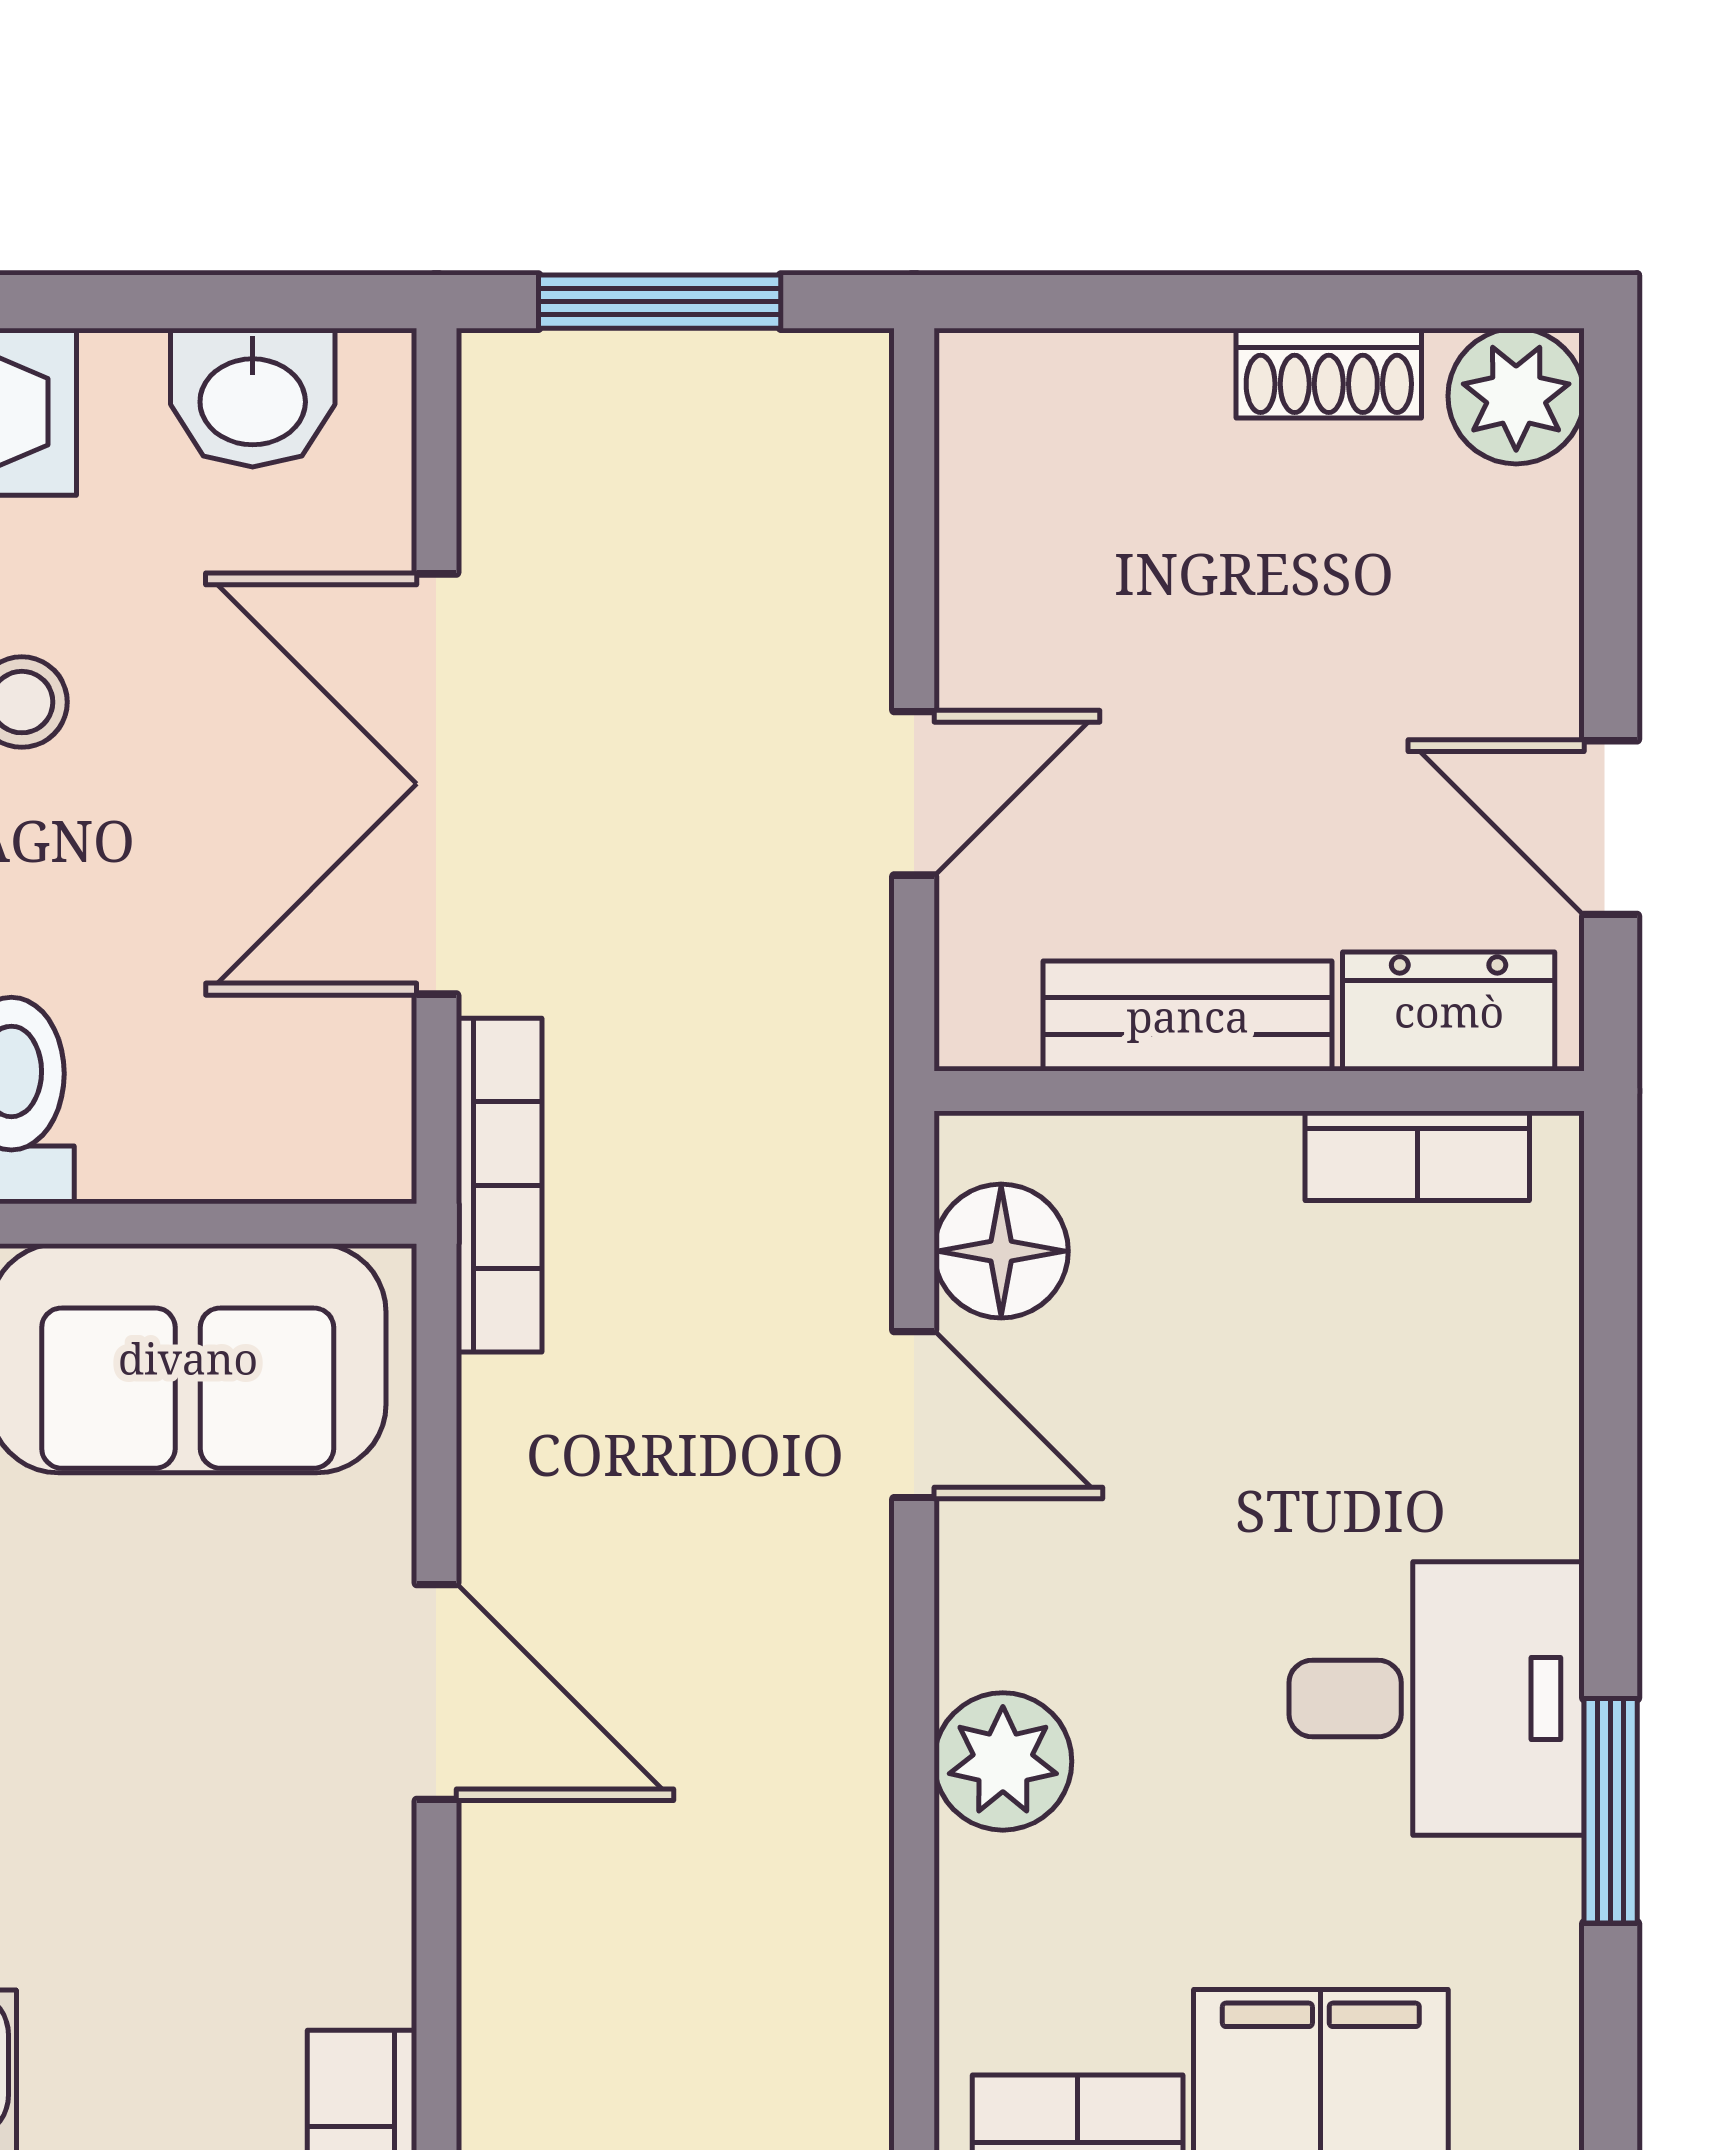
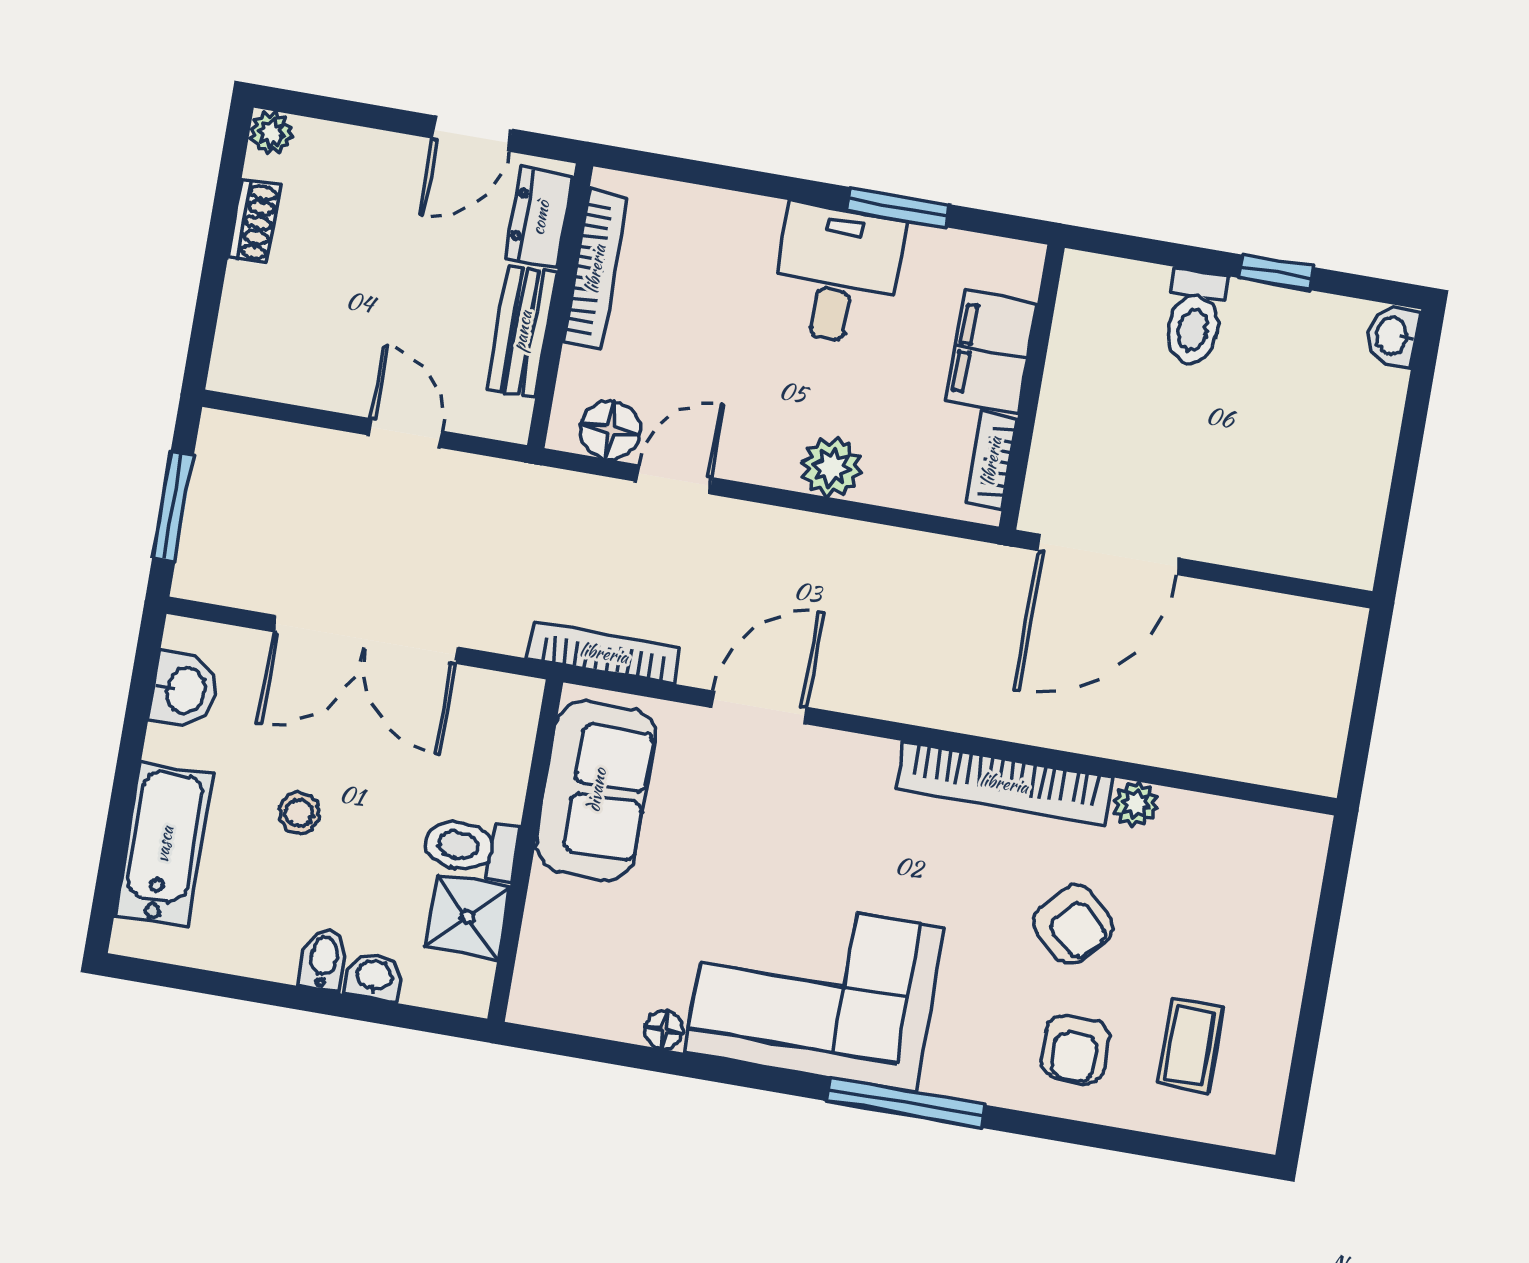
plant: (1516, 396) -> (271, 133), width x0.73, depth x0.73
bookcase: (1417, 1156) -> (595, 269), width x1.56
bookcase: (499, 1185) -> (604, 653), moved

